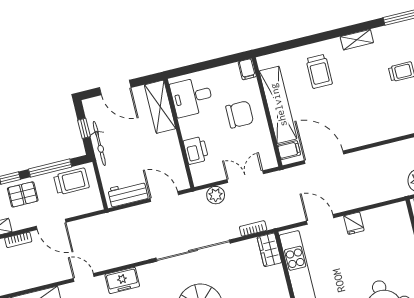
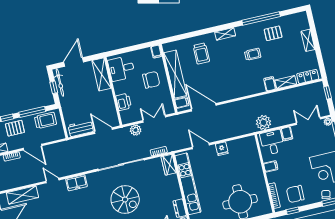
door: (115, 88) -> (74, 62), swing flipped
bicycle: (99, 143) -> (60, 83), moved

